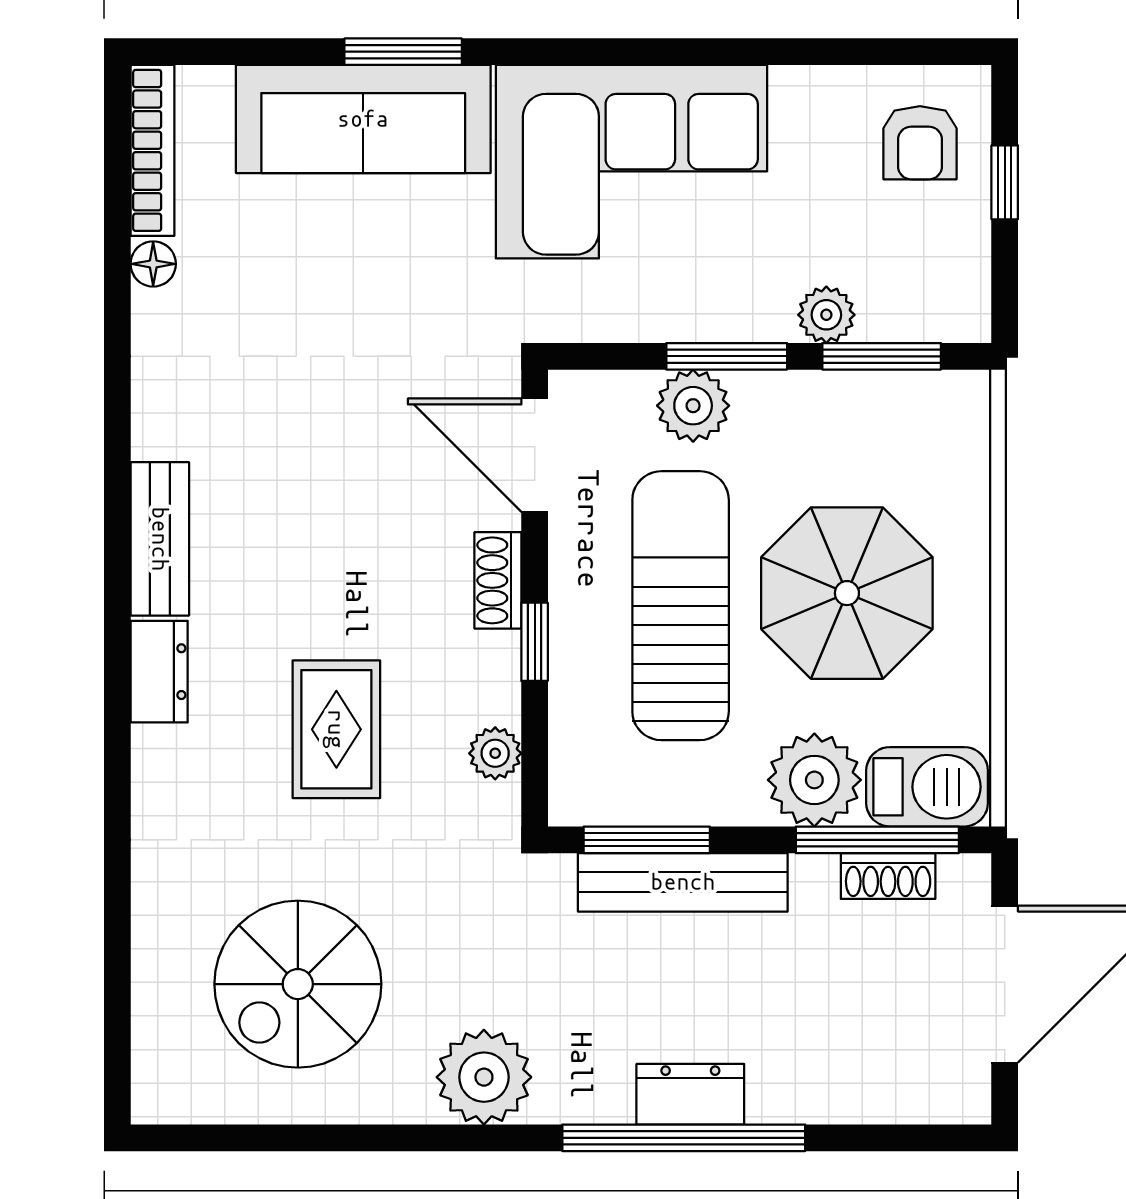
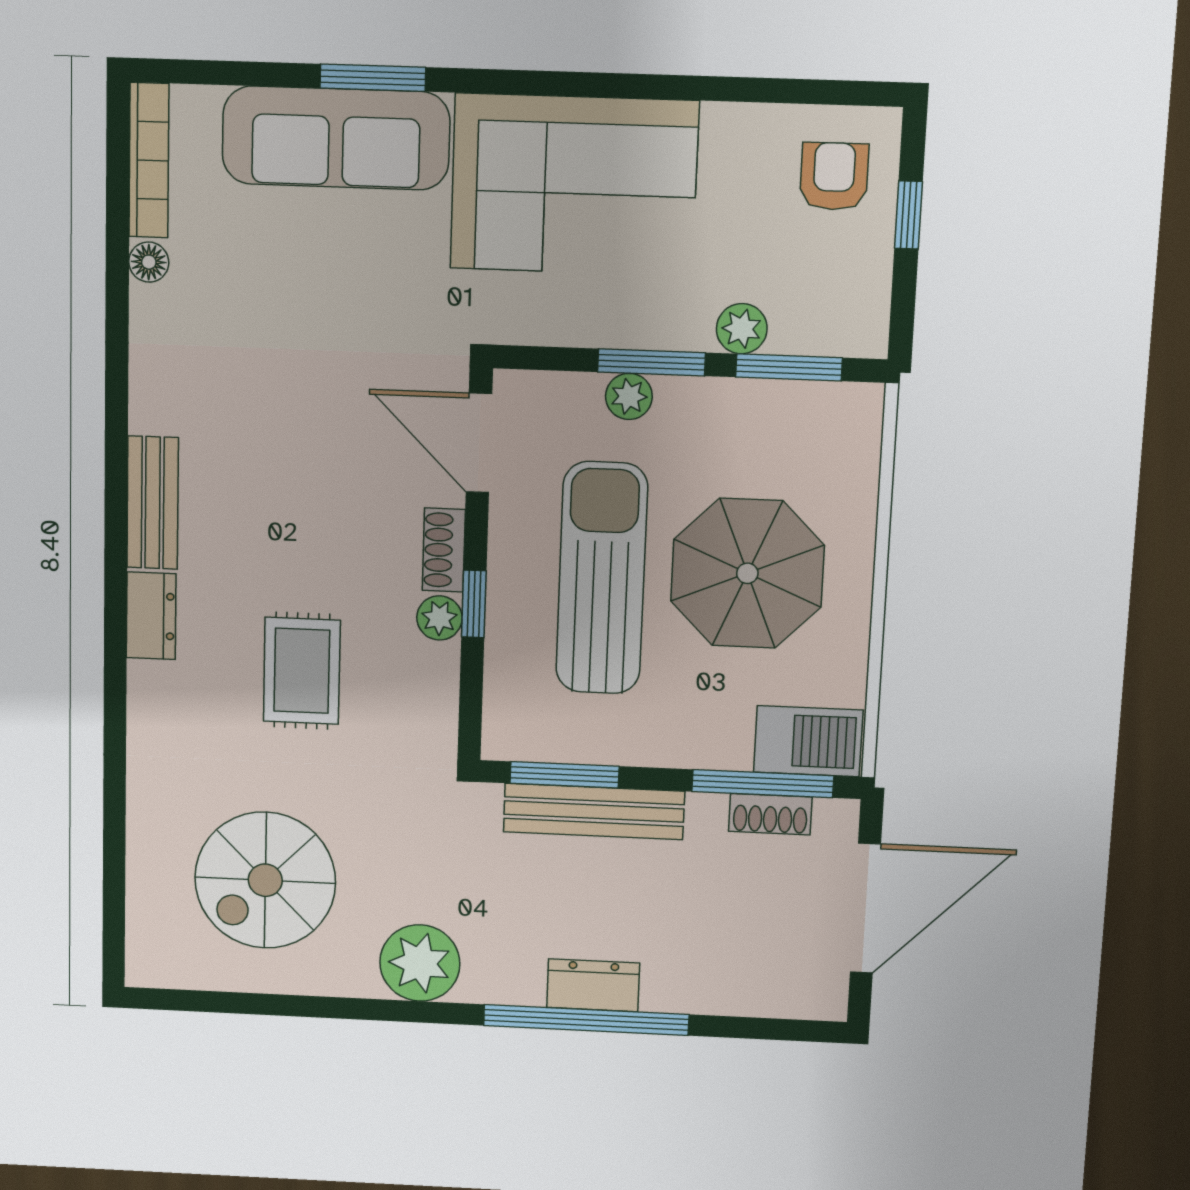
armchair: (920, 143) -> (834, 176), turned 180
plant: (693, 406) -> (629, 397), width x0.73, depth x0.73
plant: (495, 753) -> (439, 618), moved
plant: (814, 780) -> (711, 731), removed

